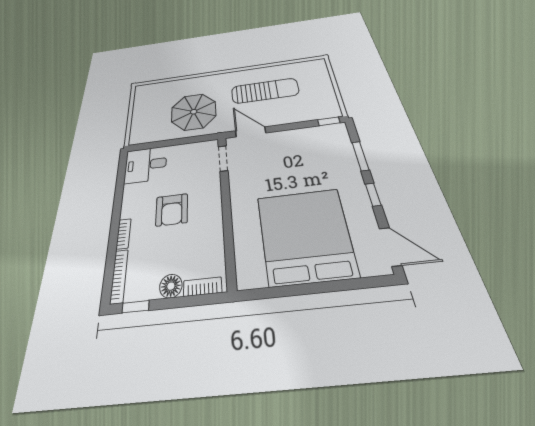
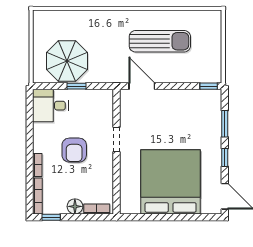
parasol: (194, 112) -> (67, 61), moved
window: (176, 142) -> (77, 86), added
doorway: (223, 158) -> (117, 139), moved

